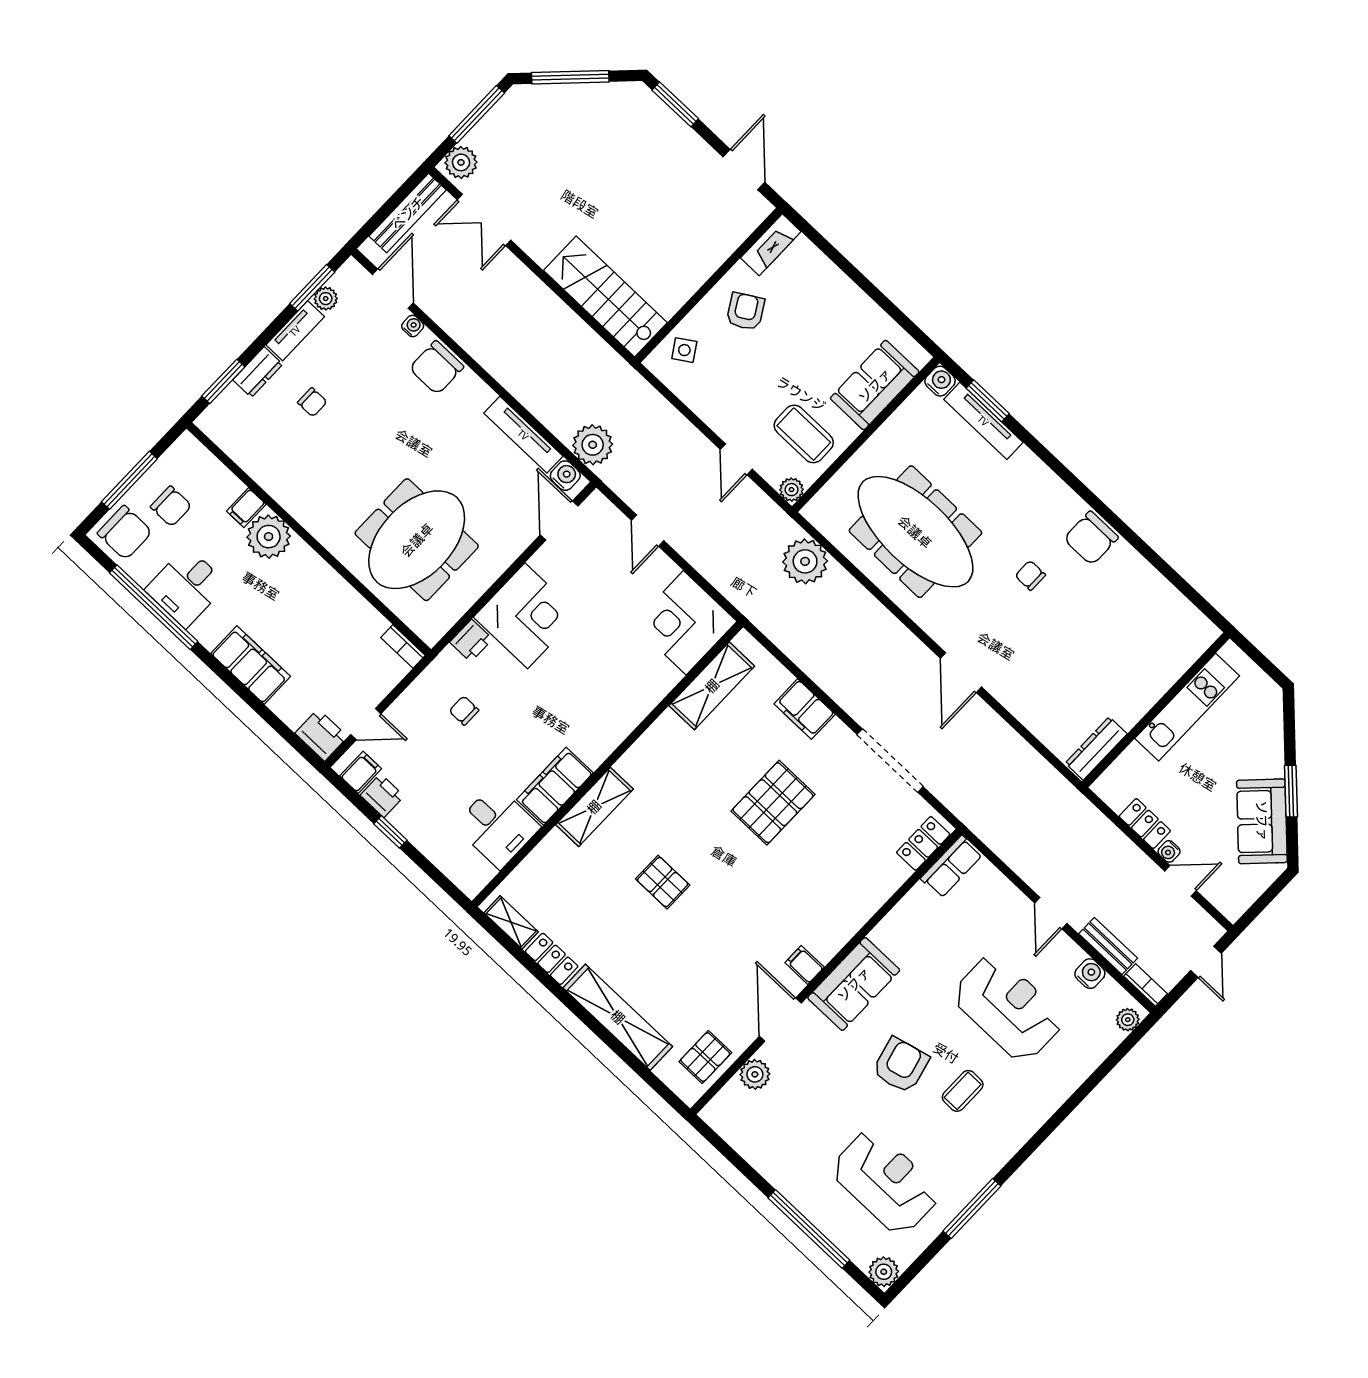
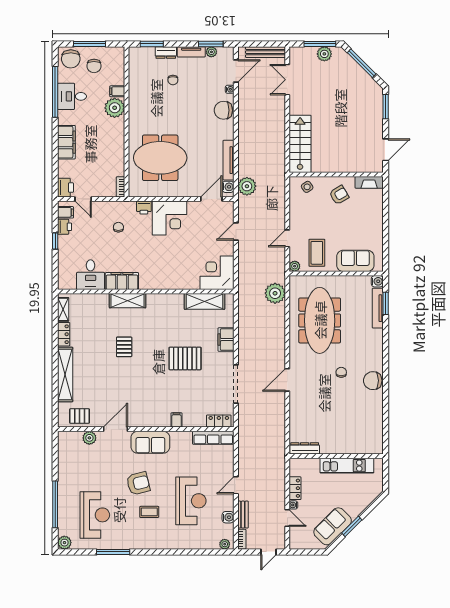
plant: (461, 162) -> (324, 54), moved
row of seats: (951, 867) -> (213, 438), width x1.48
filing cabinet: (805, 965) -> (176, 420), moved

